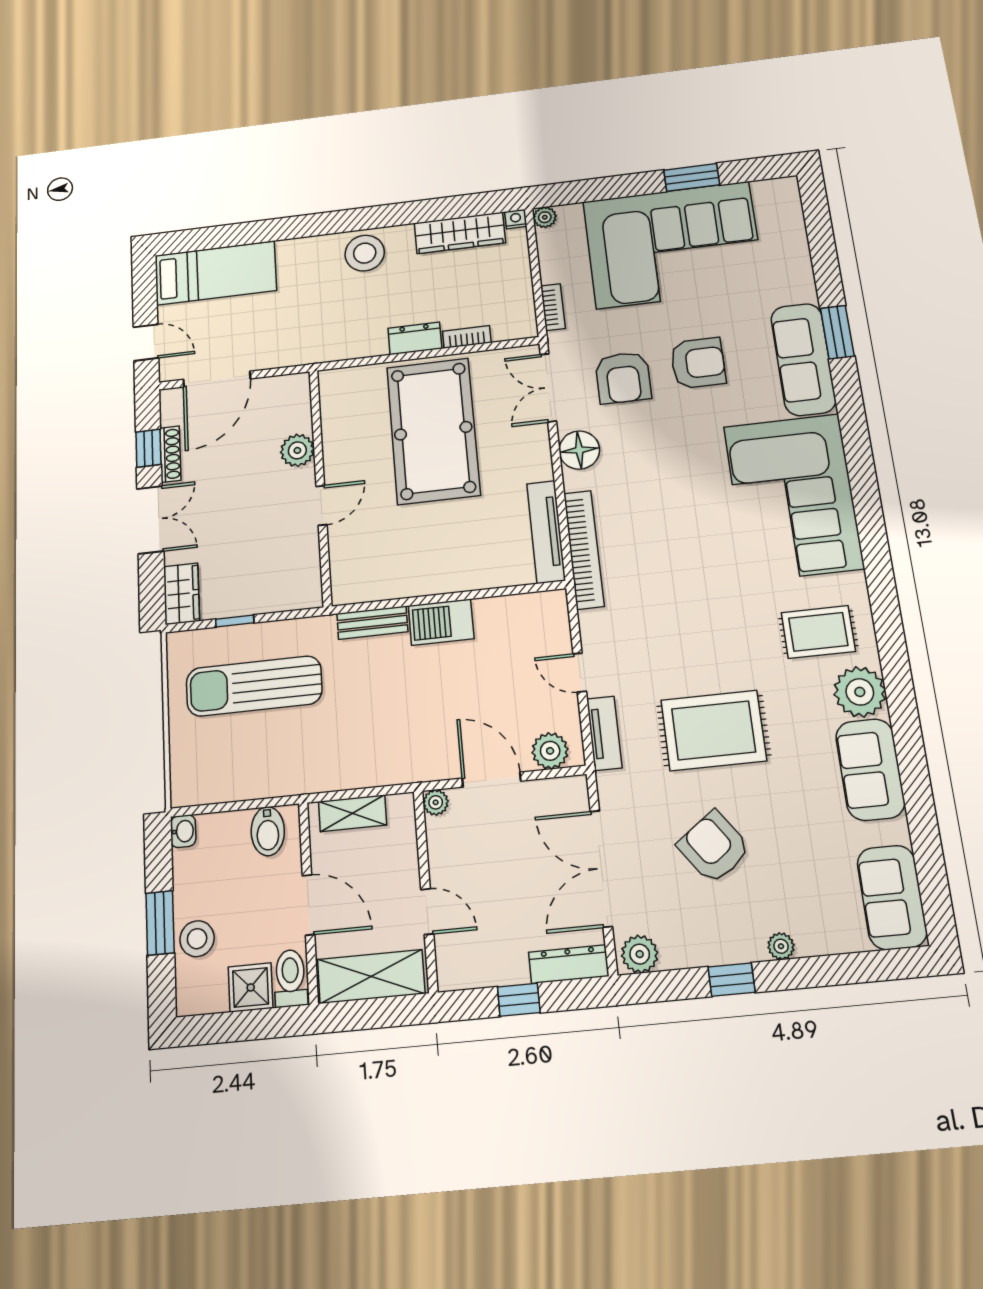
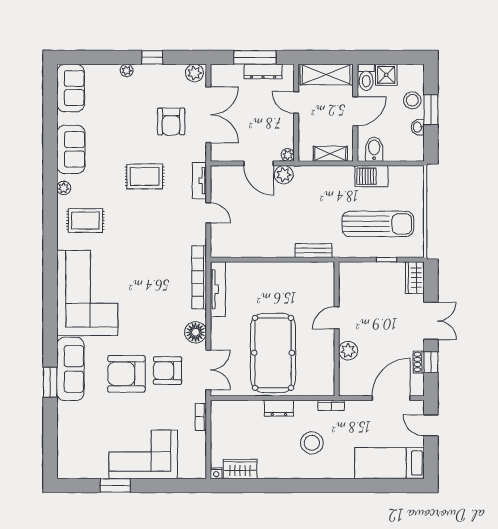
plant: (545, 217) -> (200, 472), removed
wardrobe: (460, 233) -> (240, 469), width x0.67
corner sofa: (673, 245) -> (143, 454), width x0.73, depth x0.74
stool: (365, 253) -> (312, 443), moved
bookcase: (467, 337) -> (331, 405), moved
armchair: (698, 363) -> (126, 374), width x1.36, depth x1.36
armchair: (623, 378) -> (167, 371), turned -90
shoe rack: (170, 454) -> (419, 362), width x0.70
double door: (150, 520) -> (431, 321), swing flipped
barbecue: (441, 622) -> (371, 176), moved, turned 180
plant: (860, 692) -> (64, 188), width x0.53, depth x0.53
rug: (714, 730) -> (145, 176), width x0.73, depth x0.70
plant: (550, 751) -> (284, 175), moved
washbasin: (183, 831) -> (418, 127), moved
armchair: (714, 847) -> (171, 122), moved, turned 36
door: (309, 905) -> (355, 111), swing flipped
dresser: (569, 964) -> (263, 72), moved
window: (519, 1000) -> (255, 57), width x2.17

